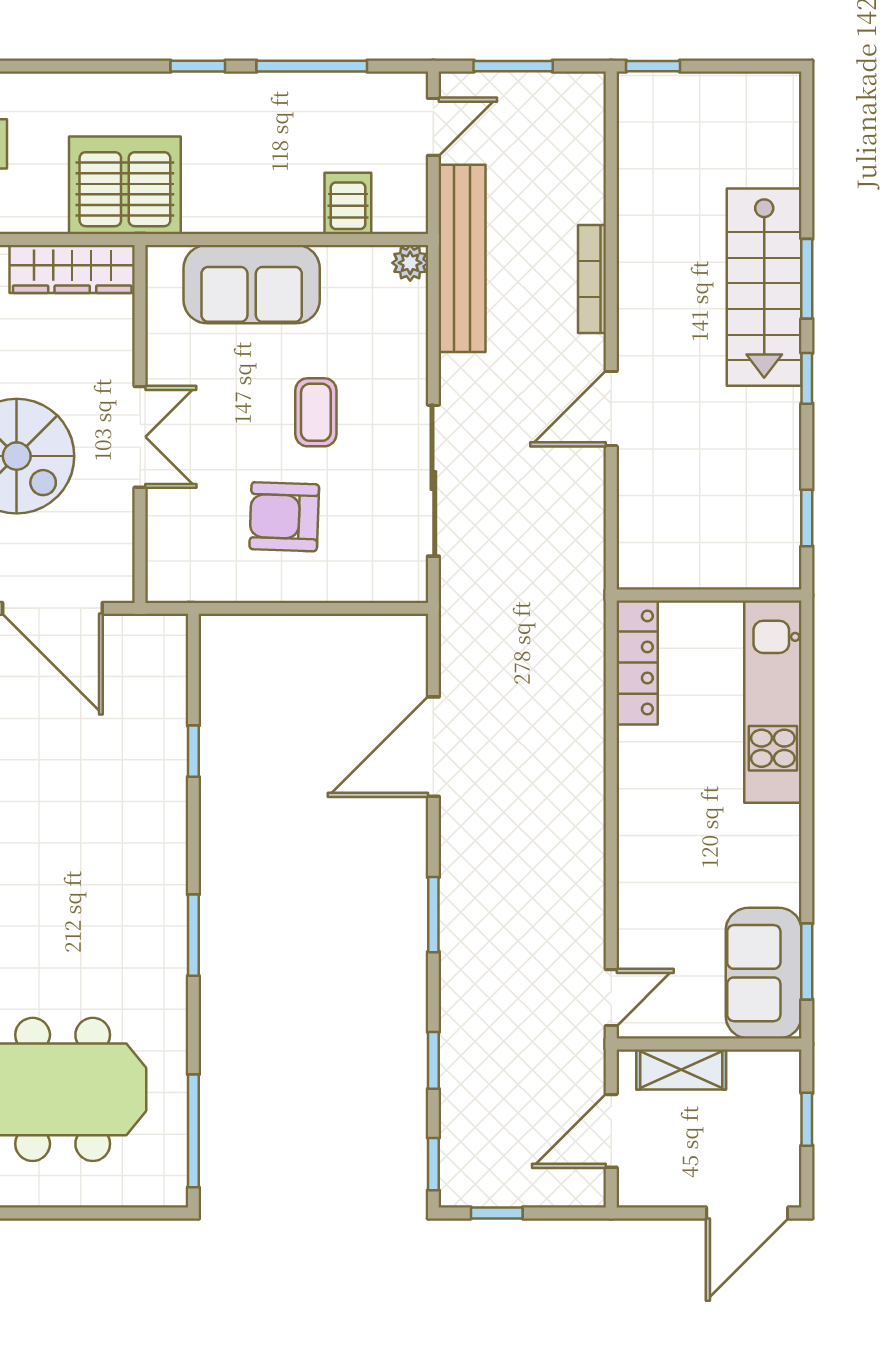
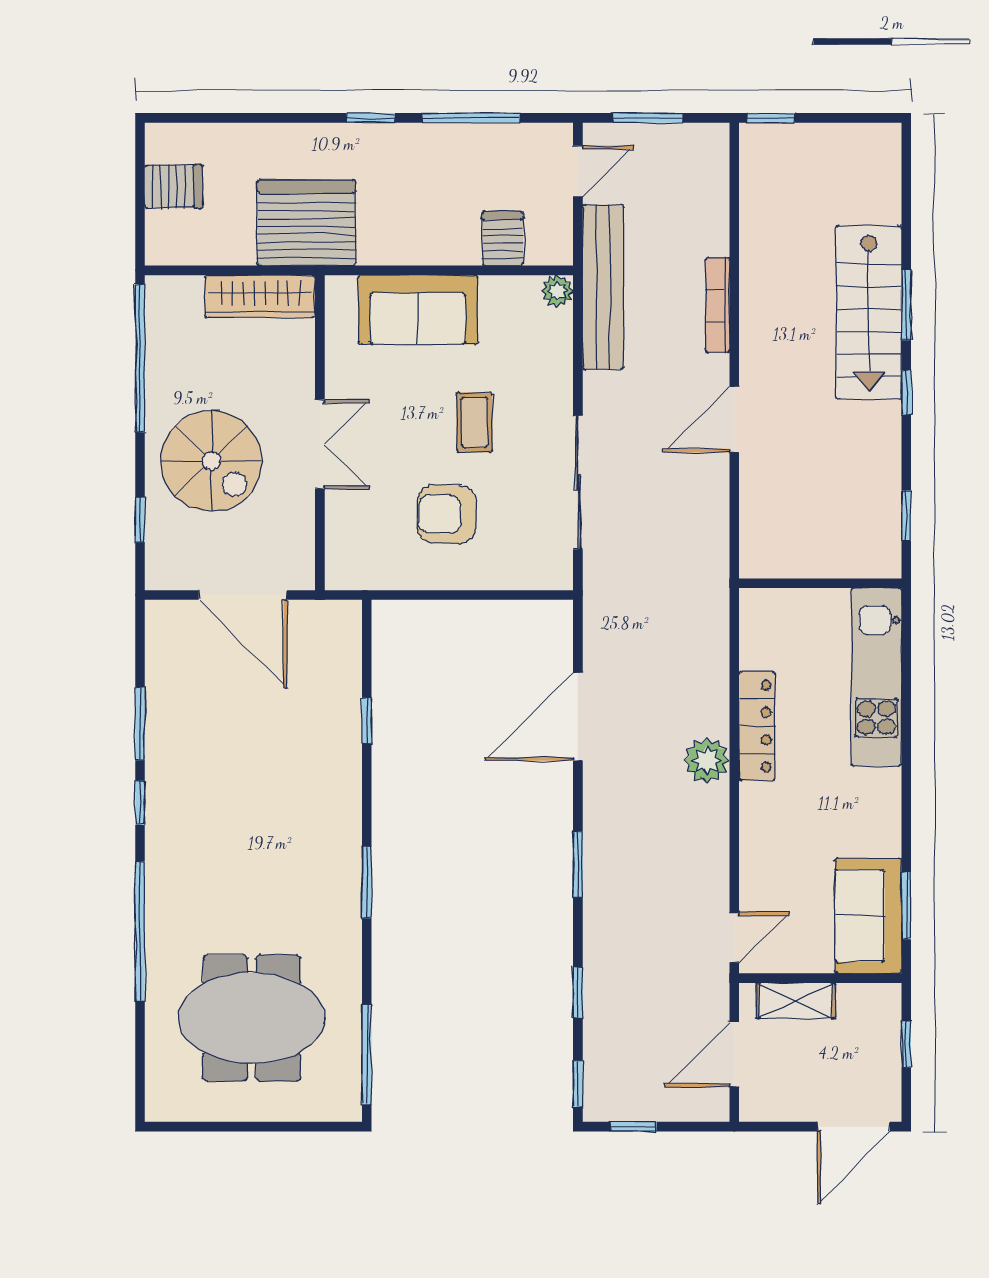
locker: (637, 662) -> (757, 726), moved
plant: (580, 796) -> (707, 760), added

